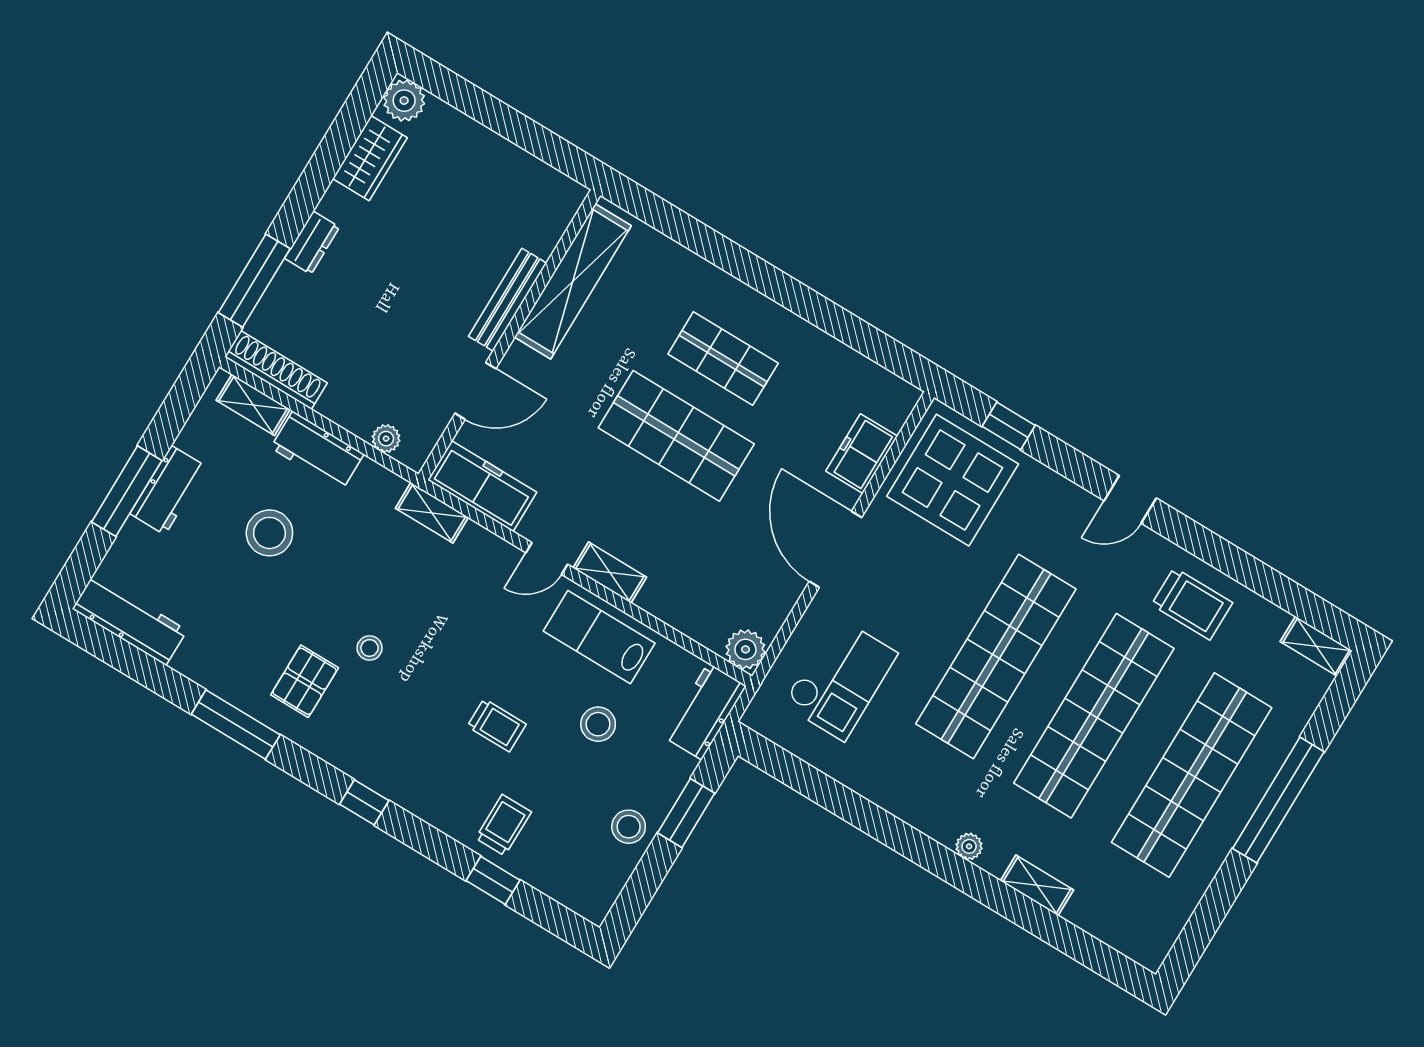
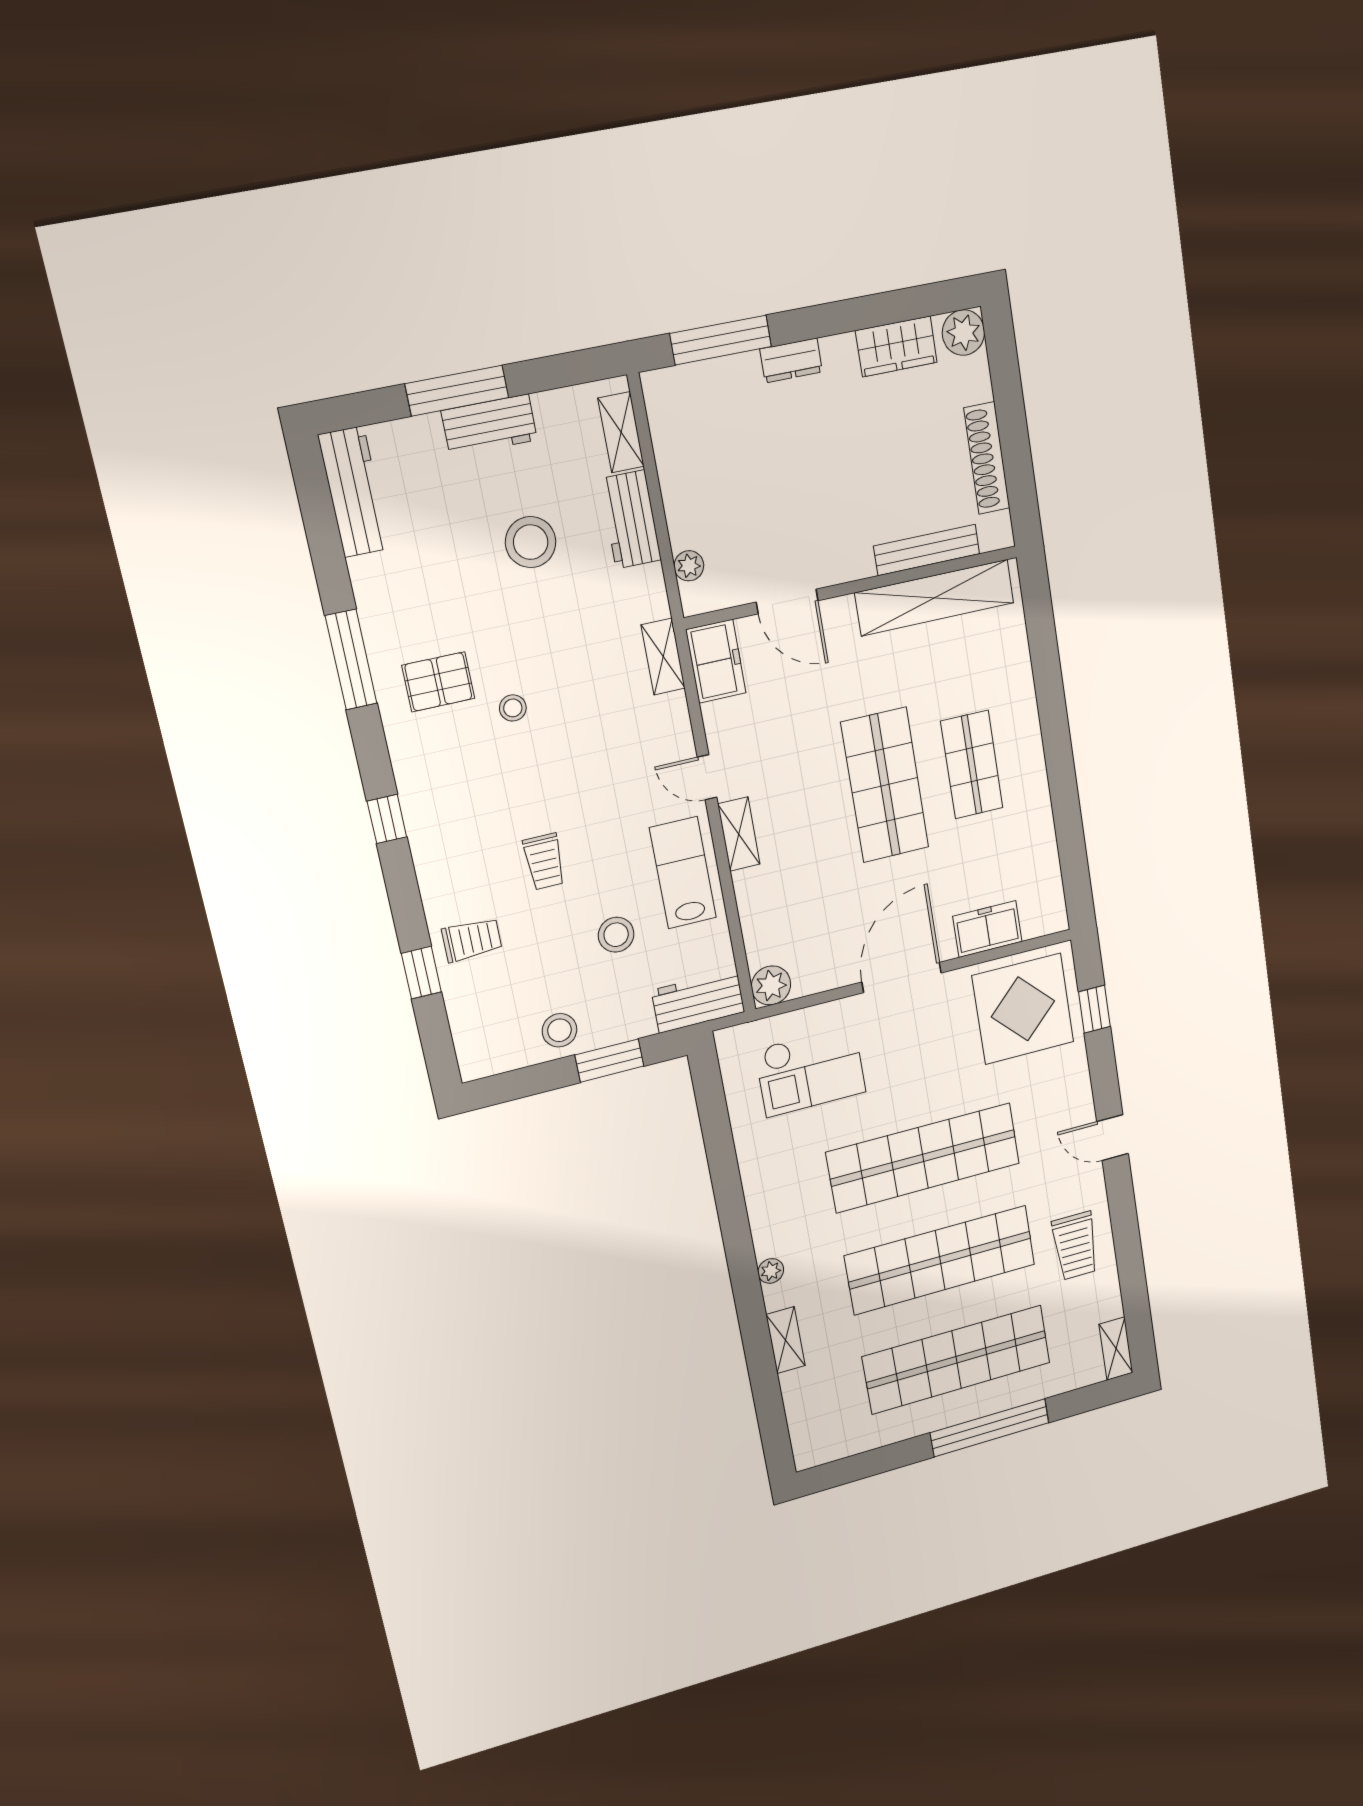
bench: (508, 300) -> (927, 550), moved
shoe rack: (276, 370) -> (987, 458), moved, turned 180
freezer: (482, 486) -> (716, 661), width x0.71

